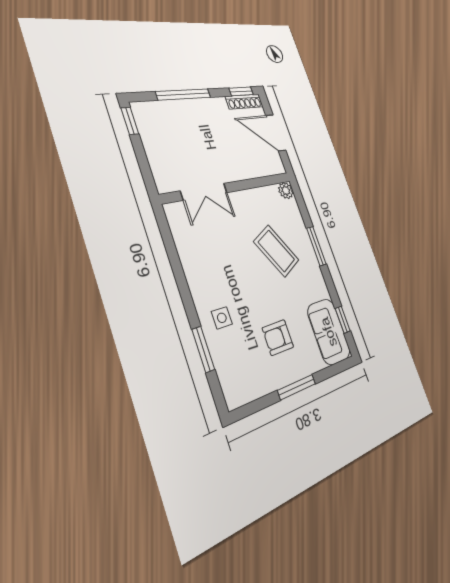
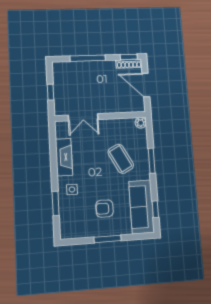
window: (130, 121) -> (50, 92), moved
fireplace: (194, 264) -> (64, 157), added
sofa: (329, 332) -> (142, 207), width x1.36

